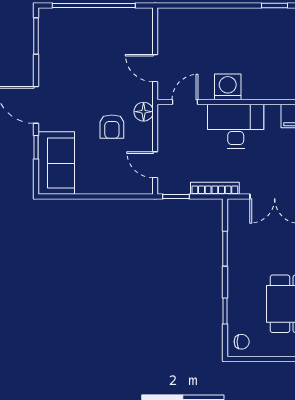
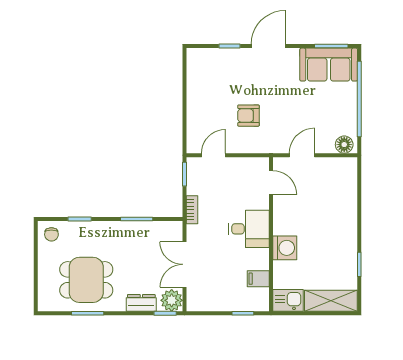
washing machine: (228, 87) -> (285, 248), moved
floor lamp: (144, 112) -> (344, 145), moved
desk: (236, 126) -> (249, 229), width x0.73
sofa: (56, 163) -> (329, 65), moved
bookcase: (215, 188) -> (192, 210), width x0.64

